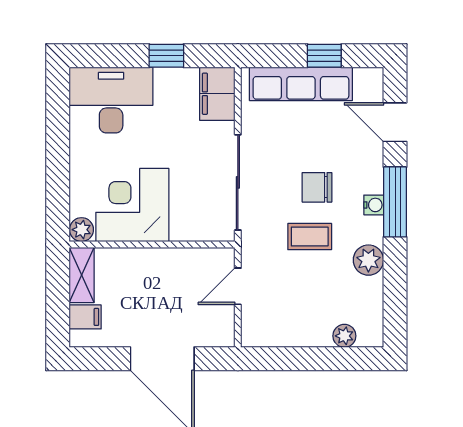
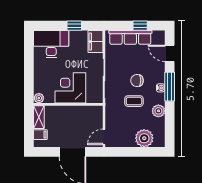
corner desk: (132, 205) -> (70, 88), moved
door: (238, 286) -> (104, 137), moved
plant: (344, 336) -> (144, 138), width x1.88, depth x1.88

